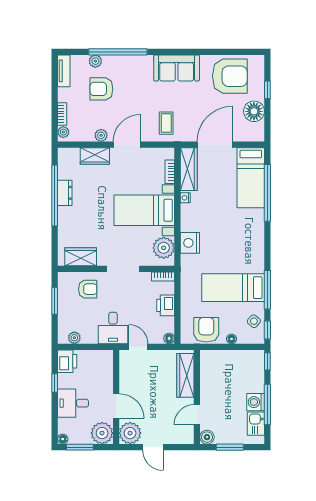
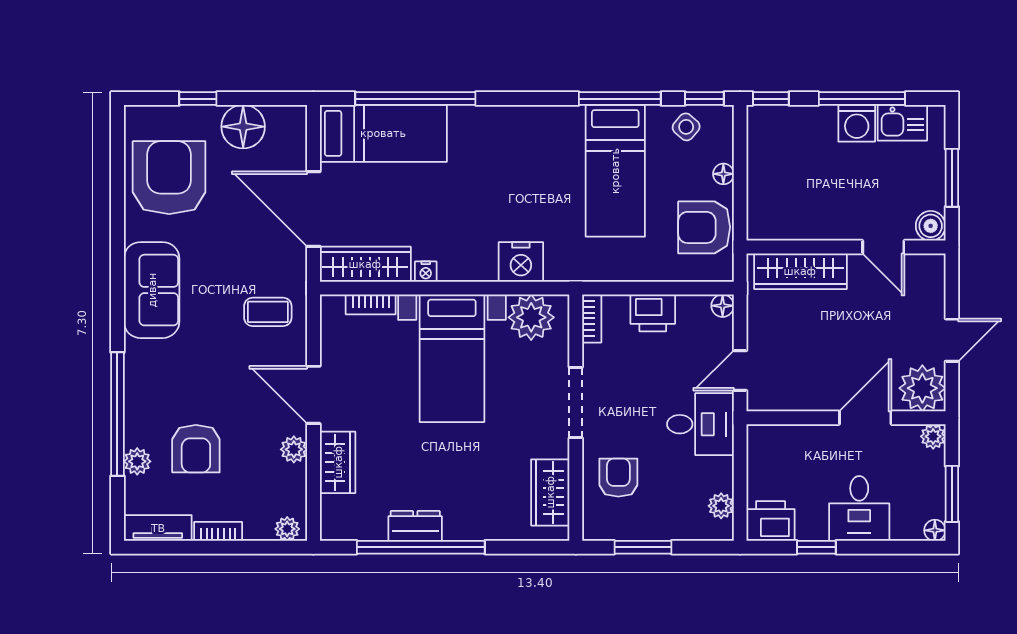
bookcase: (62, 114) -> (218, 531), moved
plant: (102, 433) -> (933, 436), width x0.53, depth x0.53

